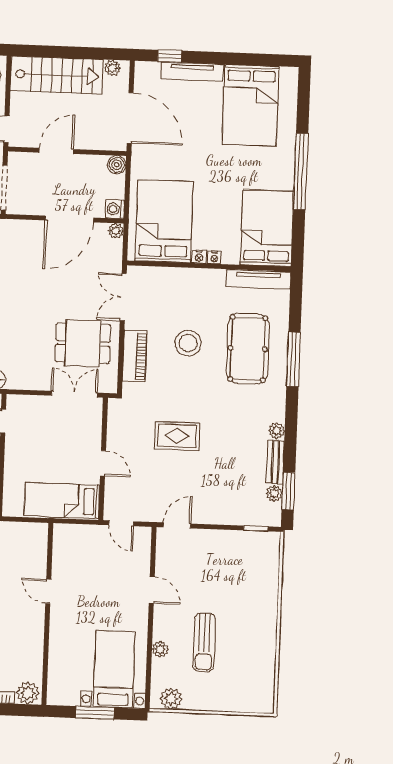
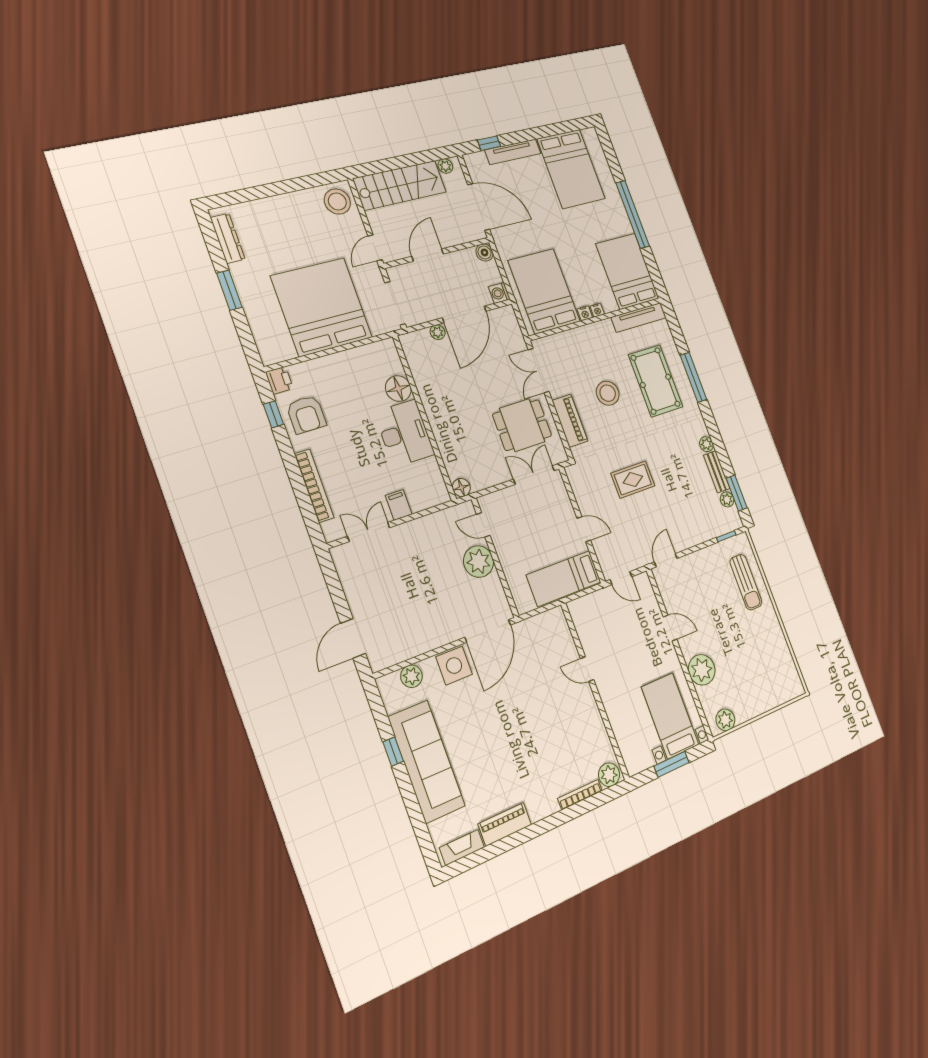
plant: (116, 231) -> (438, 332), moved
sun lounger: (204, 642) -> (746, 582), moved
plant: (160, 649) -> (702, 670), width x1.87, depth x1.87

